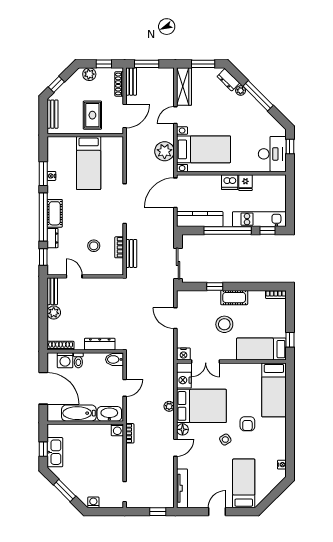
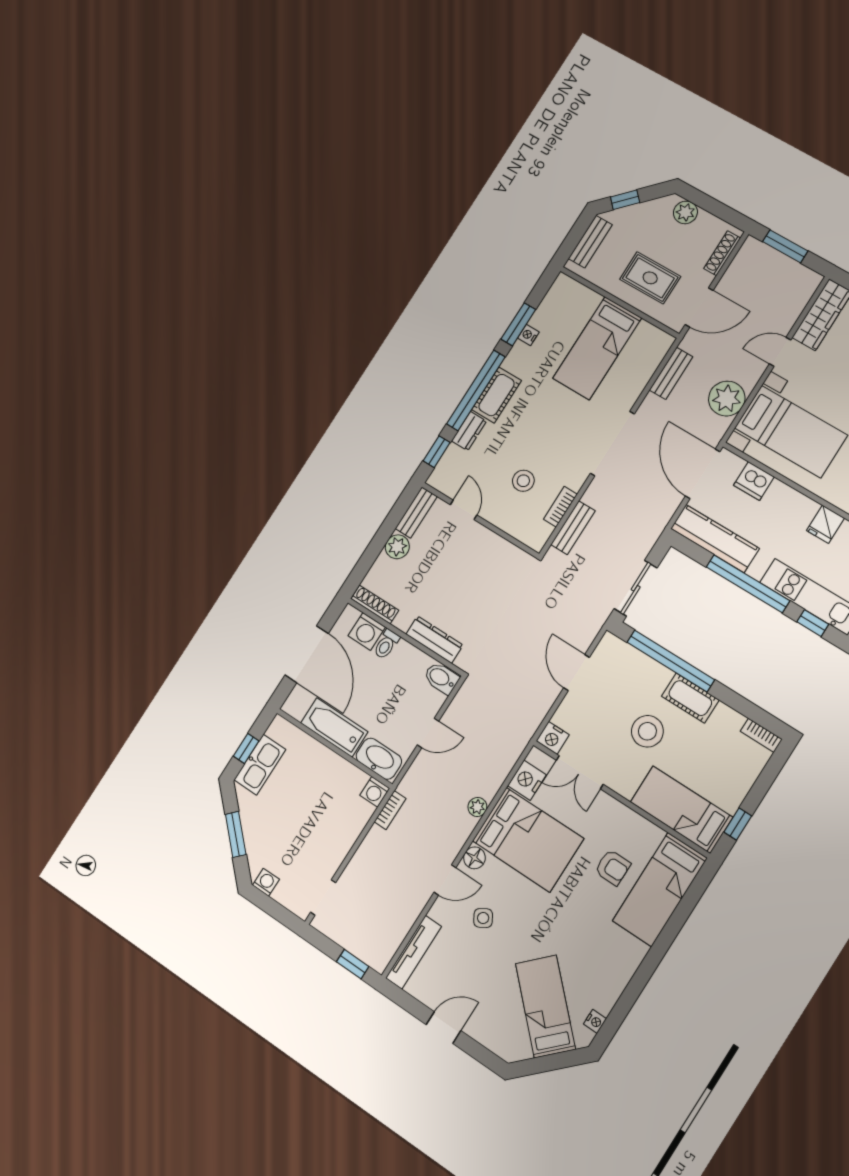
window: (104, 64) -> (718, 209), removed
bench: (131, 82) -> (671, 373), moved
rug: (92, 115) -> (650, 278), turned 90
dishwasher: (230, 182) -> (754, 481), moved
door: (175, 193) -> (703, 474), hinge flipped
window: (215, 286) -> (671, 661), width x3.17
armchair: (247, 424) -> (613, 868), moved, turned -90
side table: (225, 440) -> (483, 918), moved
bed: (244, 483) -> (545, 1006), moved, turned -45

